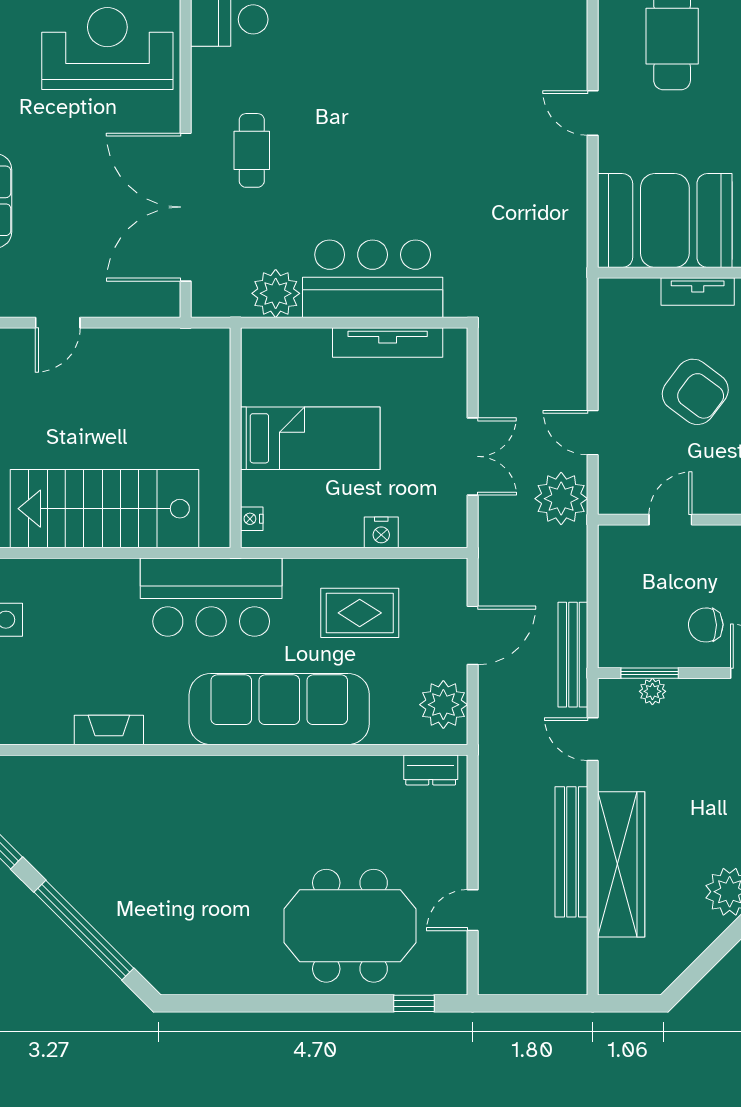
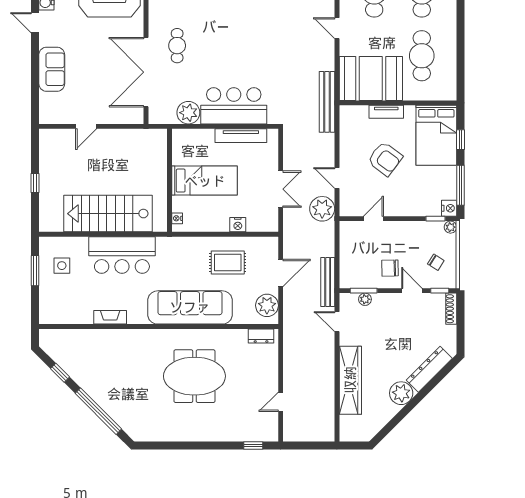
bar counter: (211, 597) -> (122, 255), moved
bench: (571, 852) -> (327, 102), moved
meeting table: (350, 926) -> (194, 376), moved

